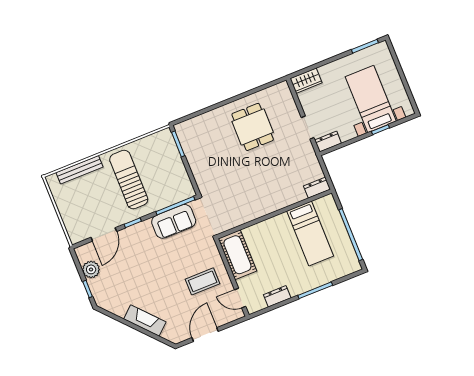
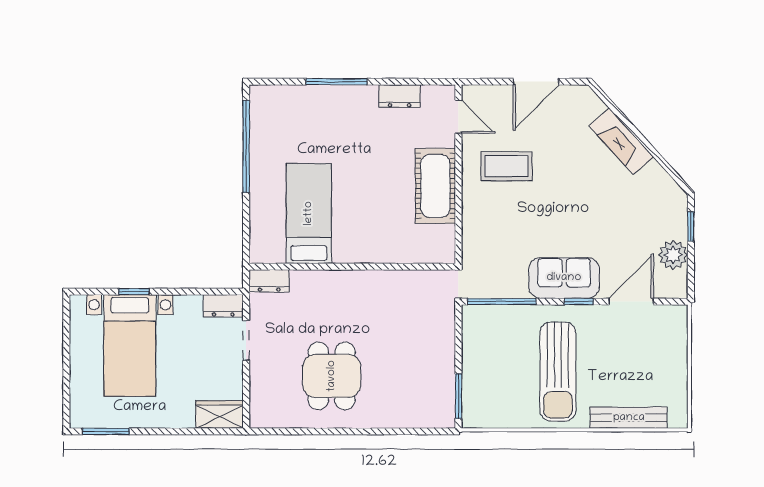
dresser: (317, 188) -> (269, 281), moved
wall: (274, 214) -> (352, 267), moved
sofa: (174, 221) -> (564, 278), moved
bed: (310, 234) -> (309, 213), moved

